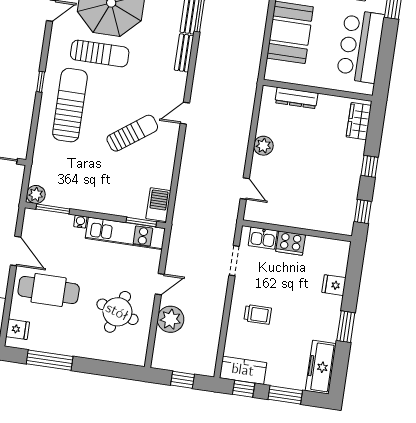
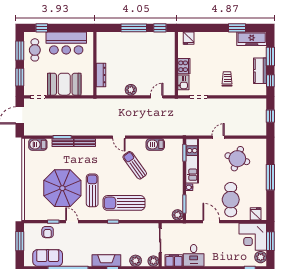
wardrobe: (359, 121) -> (109, 38), removed
window: (369, 166) -> (134, 28), width x2.17
barbecue: (158, 205) -> (155, 144), moved
door: (16, 251) -> (211, 222), hinge flipped
door: (160, 284) -> (218, 137), hinge flipped
fridge: (334, 285) -> (189, 38), moved
plant: (171, 319) -> (237, 128), removed
window: (346, 327) -> (237, 28), moved
window: (50, 360) -> (270, 177), moved
kitchen counter: (243, 370) -> (260, 71), moved

